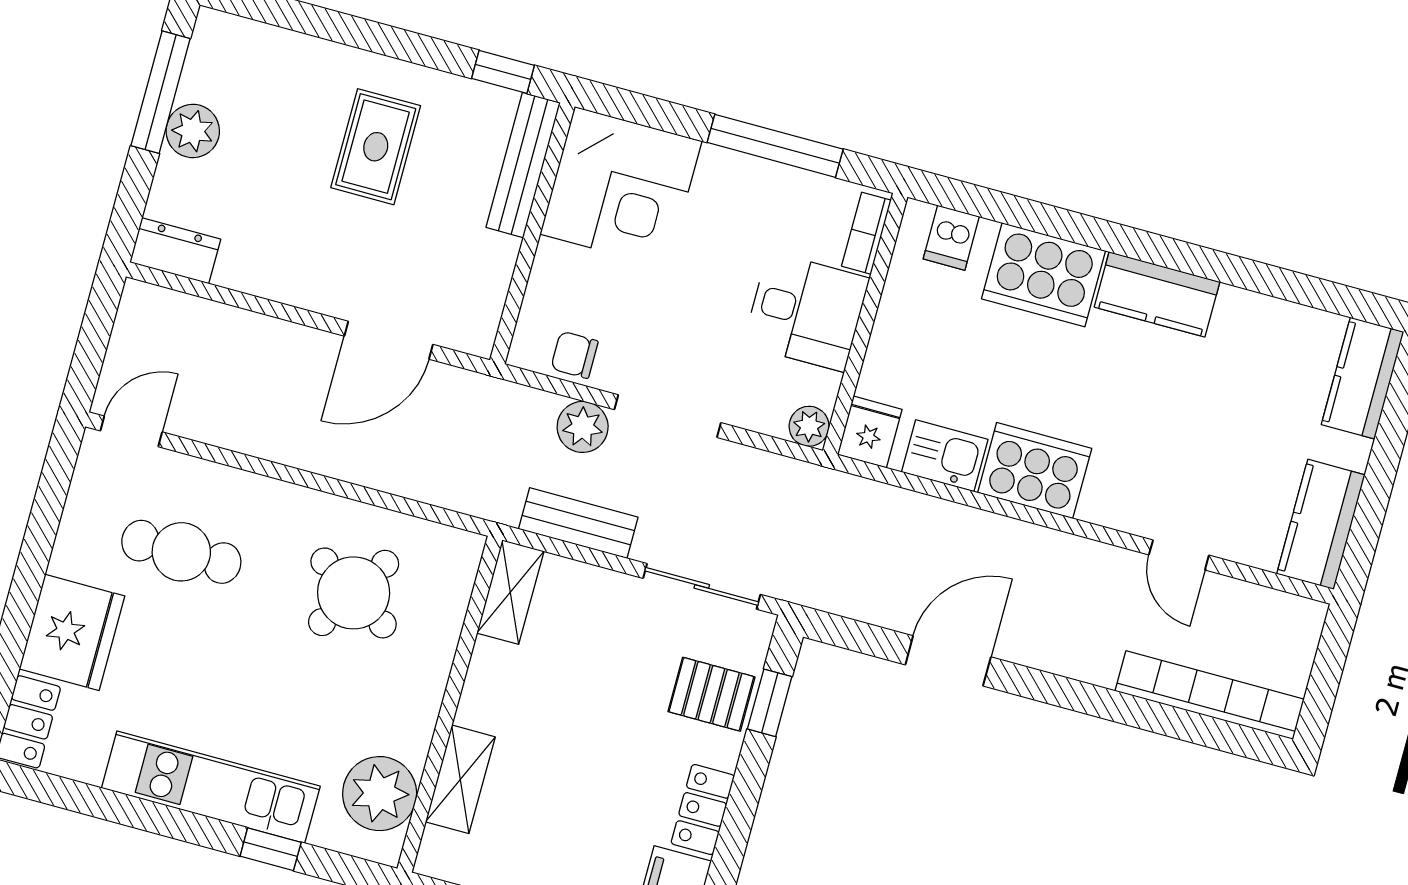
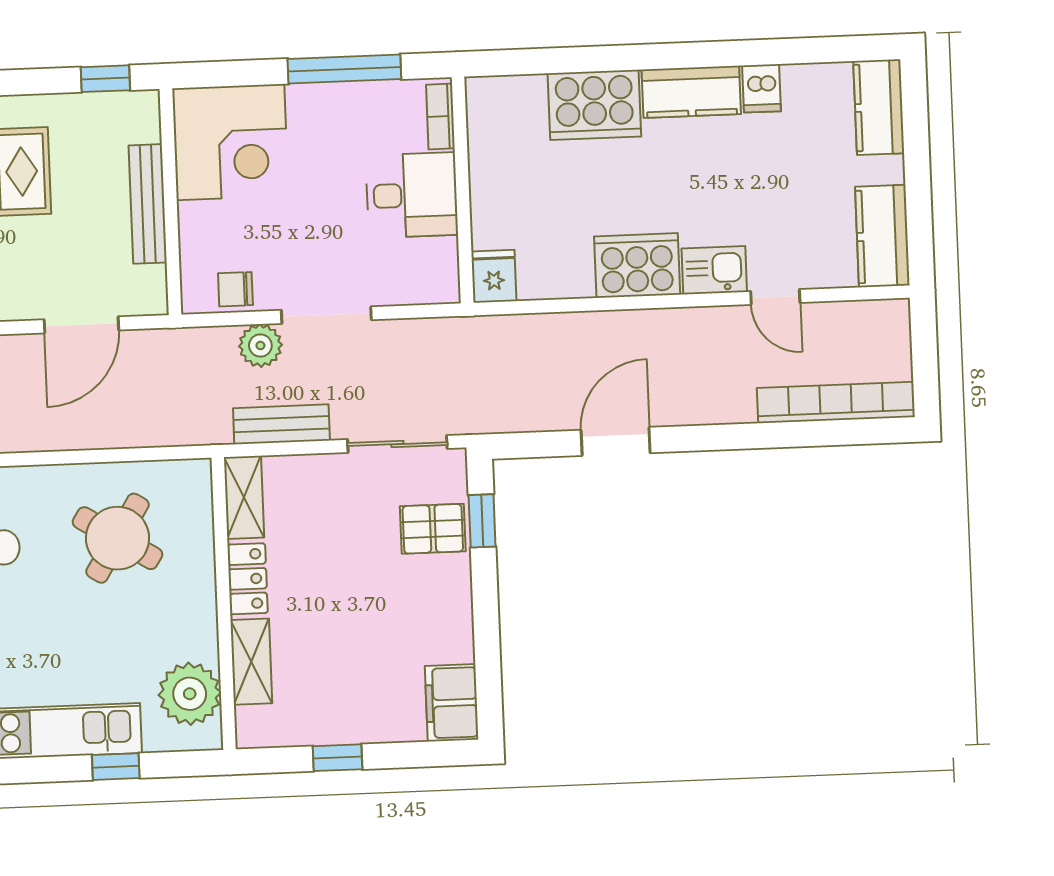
bench: (523, 165) -> (148, 204), moved
dishwasher: (951, 238) -> (761, 88), moved
plant: (809, 426) -> (443, 287), removed
kitchen sink: (945, 456) -> (714, 270), moved
locker: (703, 809) -> (248, 579), moved, turned 180

